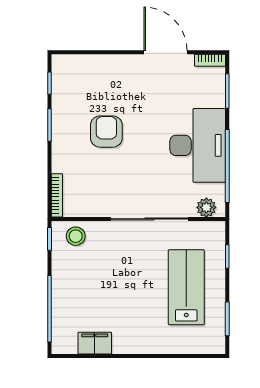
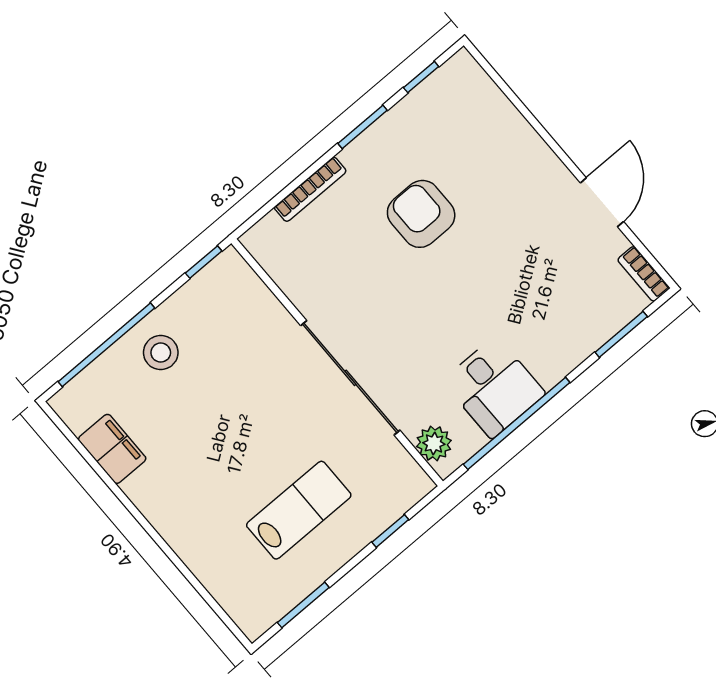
door: (165, 52) -> (602, 202), width x0.73
armchair: (106, 132) -> (421, 214), turned -90
desk: (198, 145) -> (494, 387), width x0.53, depth x0.77
bookcase: (57, 195) -> (310, 189), moved
stool: (76, 236) -> (161, 353), moved
lab bench: (186, 287) -> (299, 510), width x0.73, depth x0.72

